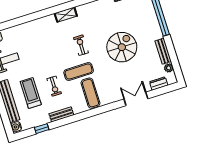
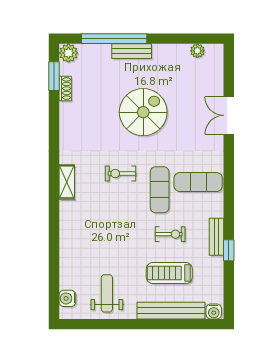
spiral stairs: (122, 47) -> (143, 112), turned 90
bench: (163, 51) -> (132, 51), moved
dresser: (159, 83) -> (216, 74), removed
window: (42, 129) -> (229, 250), moved

